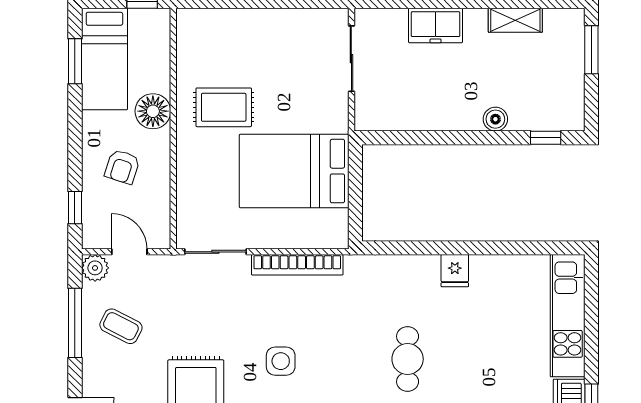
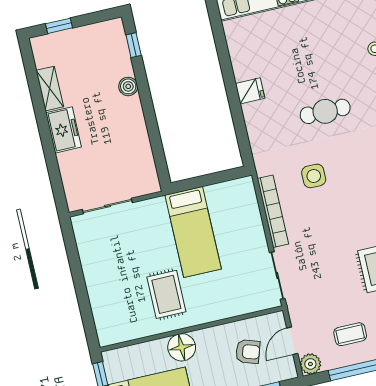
freezer: (436, 25) -> (63, 130), moved
window: (591, 50) -> (59, 26), width x0.67
armchair: (122, 167) -> (248, 352), moved
bed: (294, 171) -> (193, 232), width x0.67
coffee table: (121, 326) -> (350, 334), turned 63
side table: (281, 361) -> (314, 176), moved

